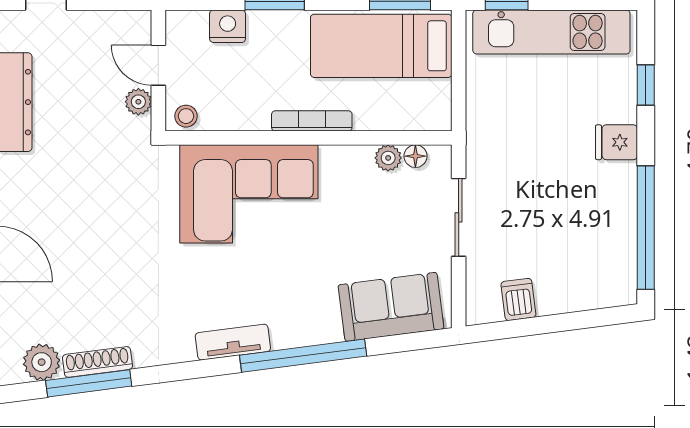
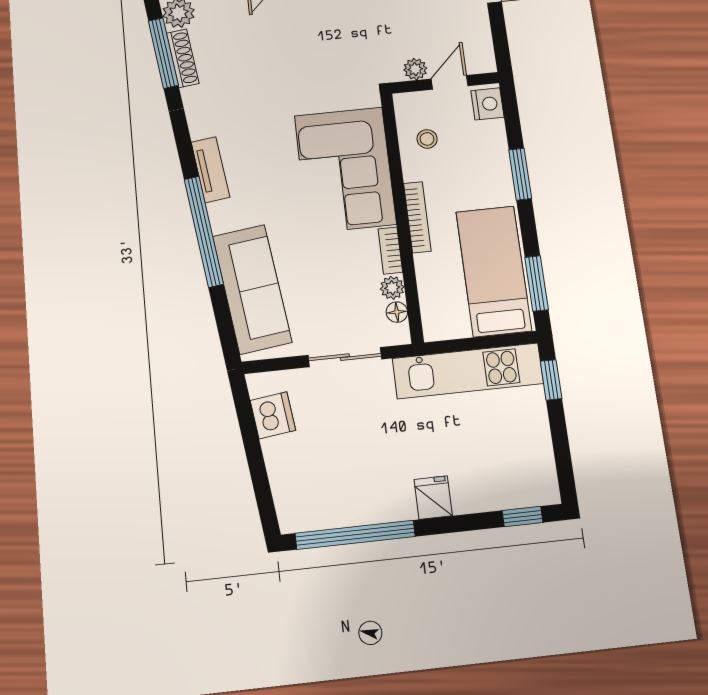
nightstand: (228, 26) -> (487, 104), moved
kitchen unit: (551, 32) -> (468, 371), moved, turned -90
window: (646, 85) -> (523, 516), moved
stool: (186, 116) -> (427, 139), moved
bookcase: (346, 155) -> (390, 251), added
dishwasher: (518, 299) -> (273, 415), width x1.38
sofa: (391, 307) -> (252, 289), width x1.36

